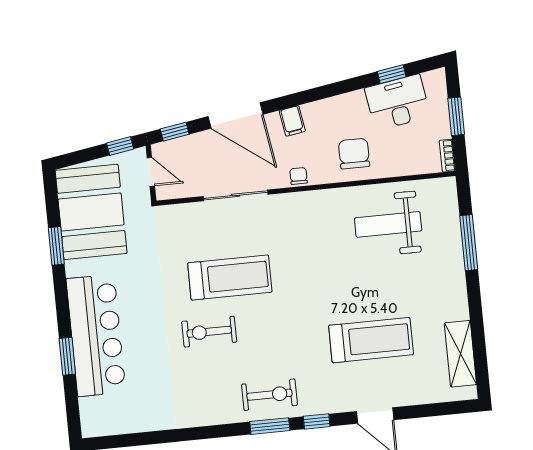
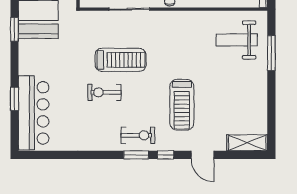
weight bench: (388, 224) -> (237, 40), moved
bar counter: (96, 335) -> (34, 113), moved
treadmill: (371, 340) -> (182, 105), moved, turned 90
shelving: (460, 354) -> (247, 143), moved, turned 90

